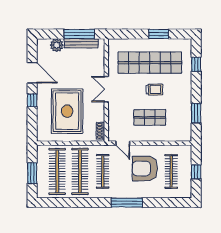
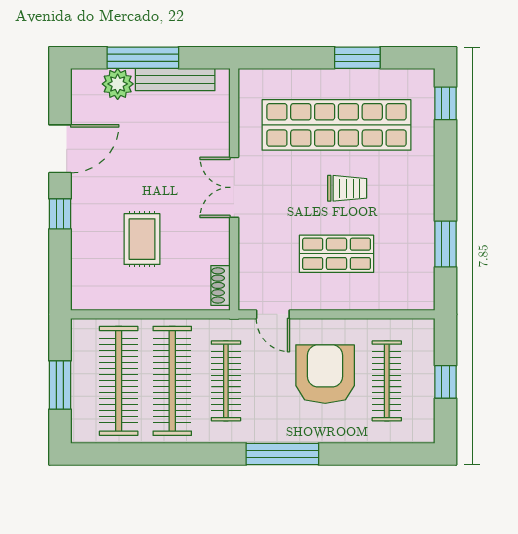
window: (79, 34) -> (143, 58), moved
window: (196, 64) -> (446, 103), moved
door: (32, 73) -> (60, 149), hinge flipped
rug: (67, 111) -> (142, 239), width x0.54, depth x0.49
armchair: (145, 169) -> (325, 374), turned 90

